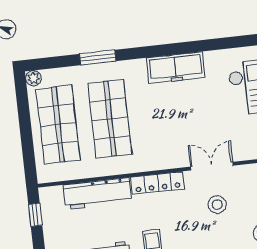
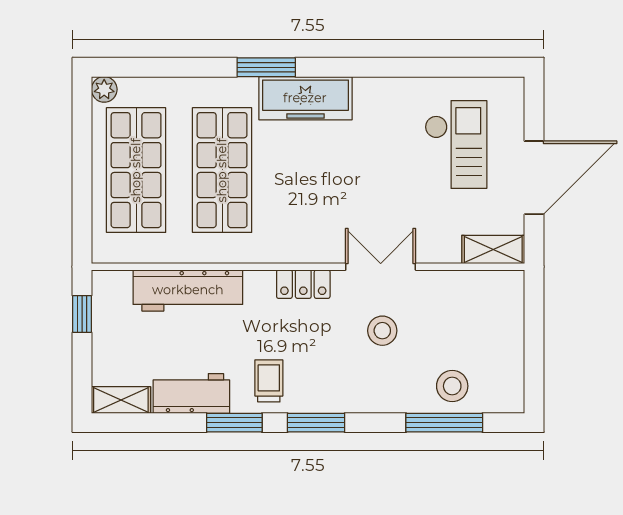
window: (98, 57) -> (266, 67), moved
freezer: (176, 68) -> (305, 98), moved
locker: (158, 183) -> (303, 284), width x0.66

